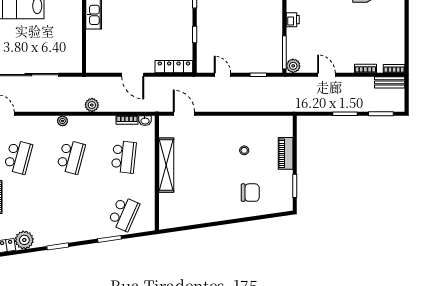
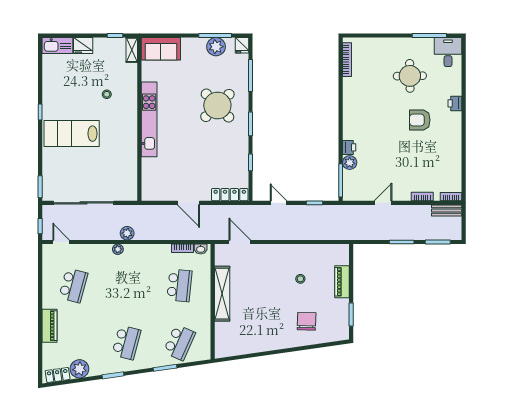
plant: (293, 66) -> (350, 163), moved
door: (326, 75) -> (383, 203), hinge flipped
plant: (92, 105) -> (127, 233), moved
school desk: (71, 157) -> (126, 342), moved
chair: (250, 193) -> (307, 321), turned -88

